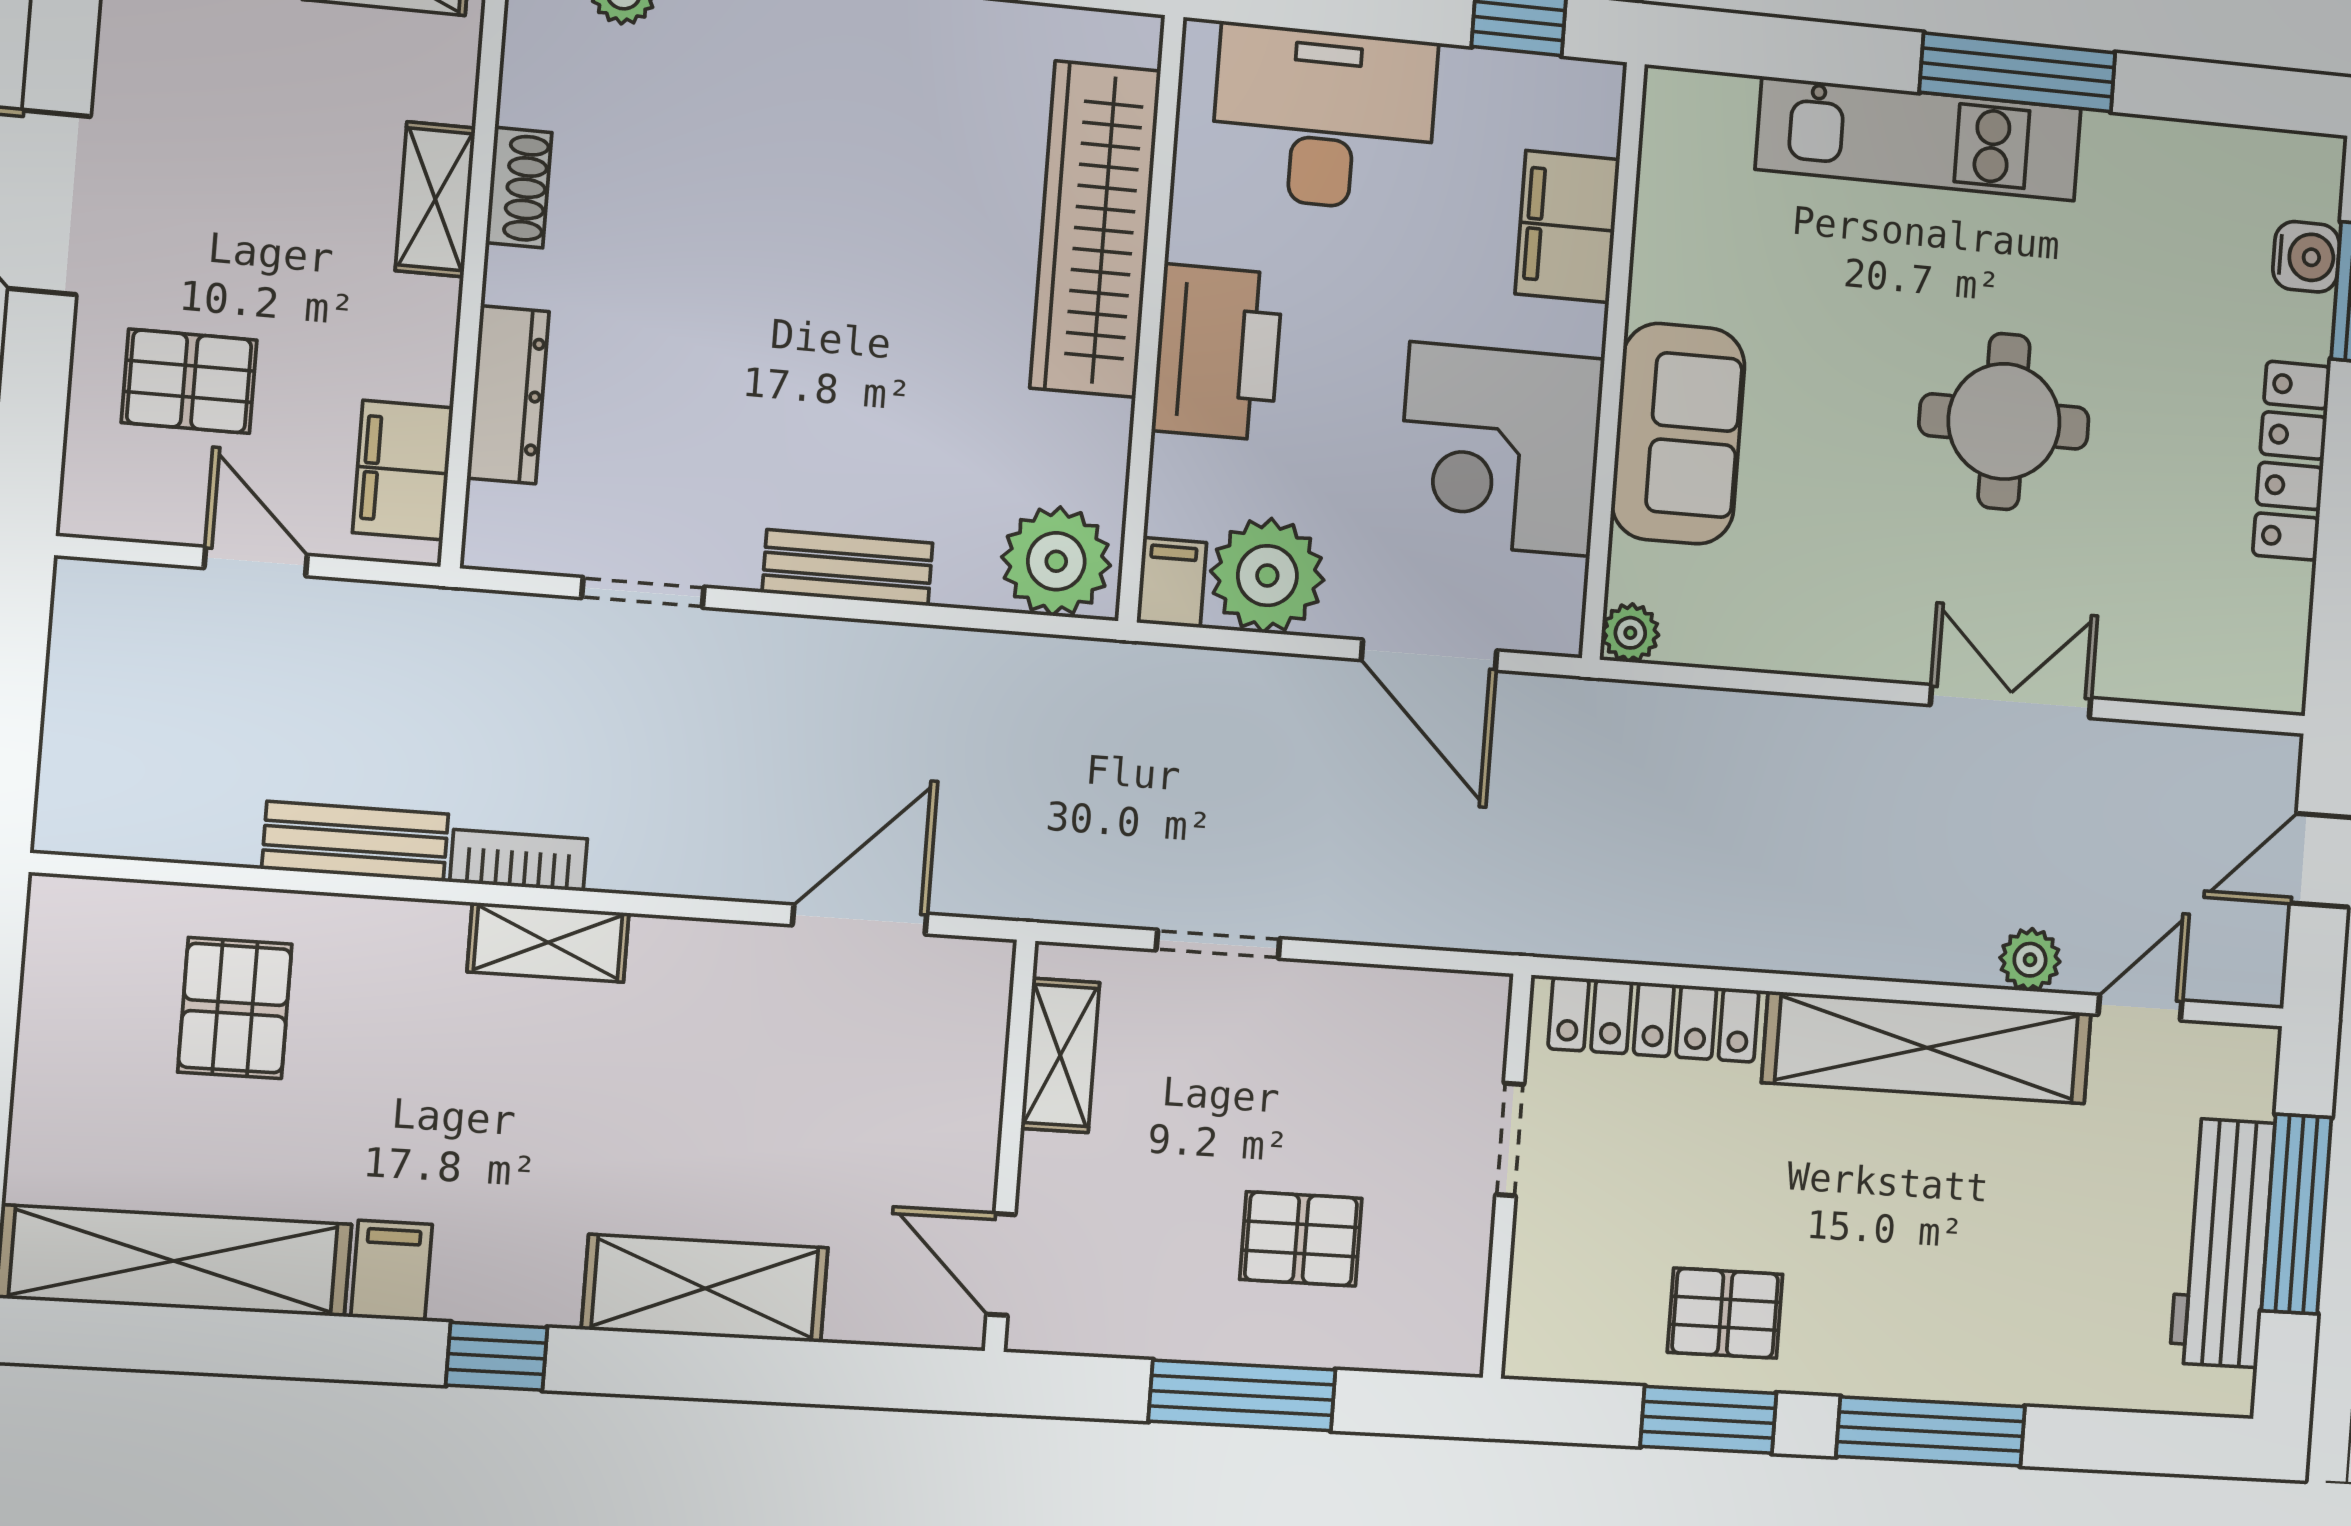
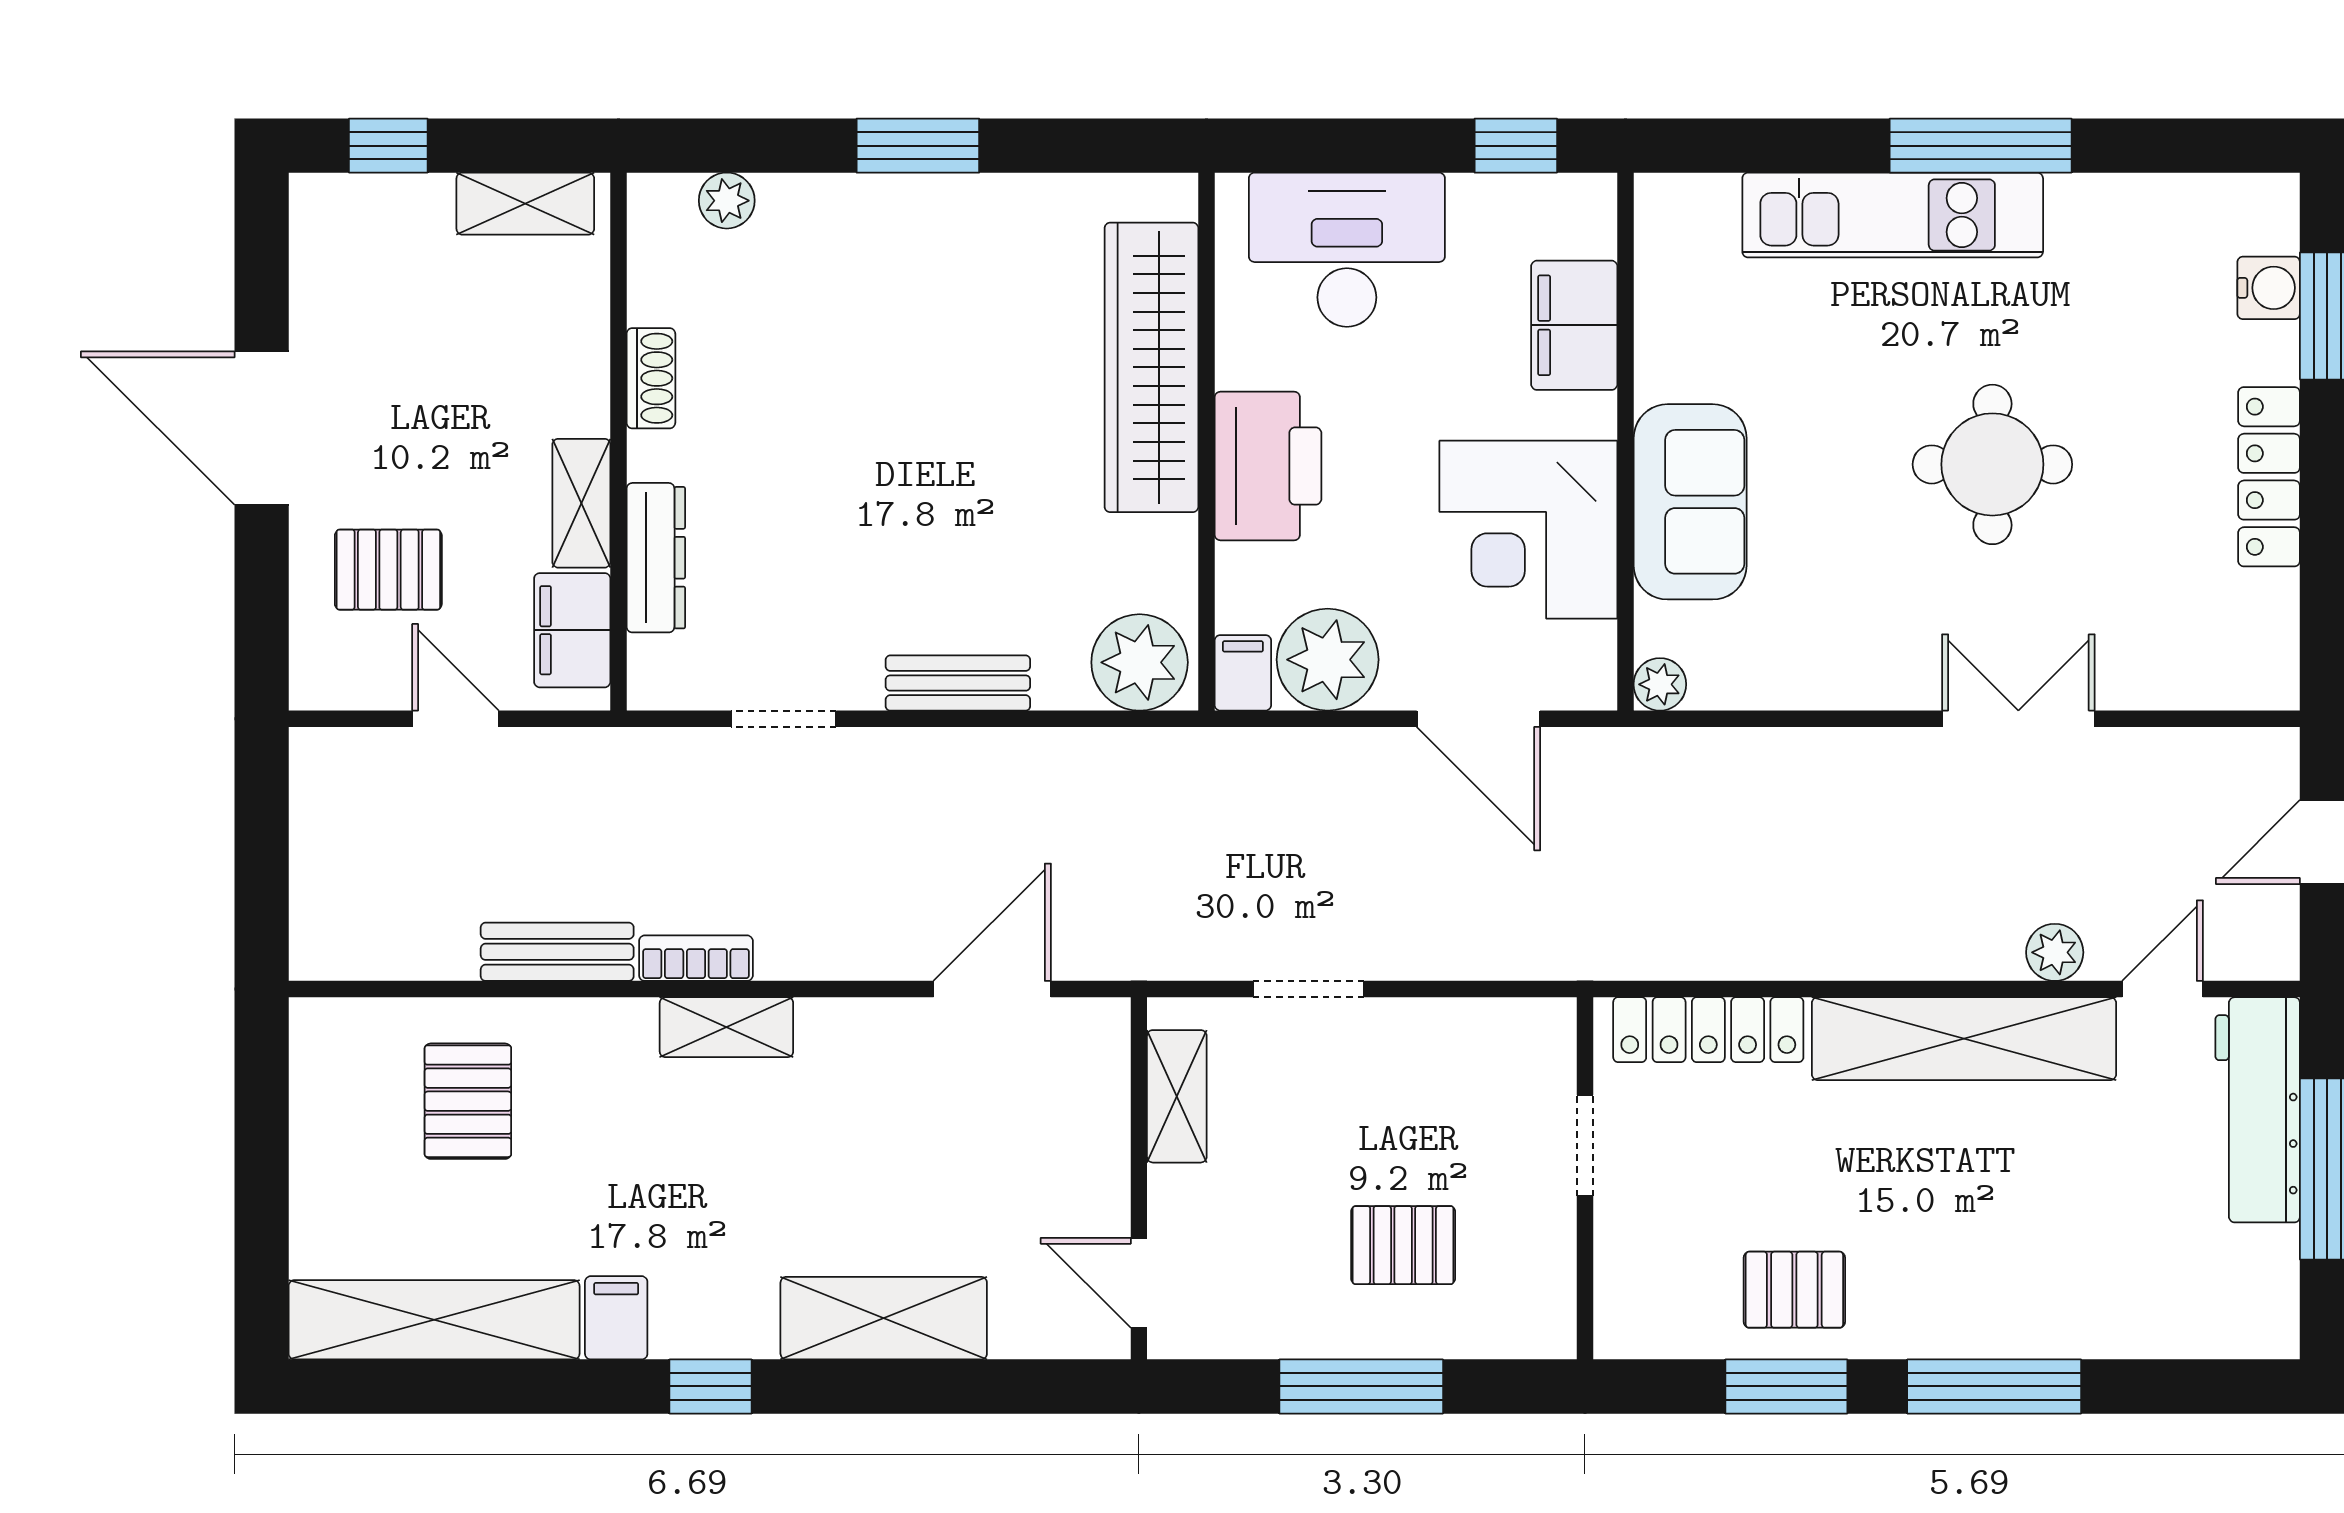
shelving: (435, 199) -> (581, 503), moved
workbench: (2222, 1243) -> (2258, 1110), moved

